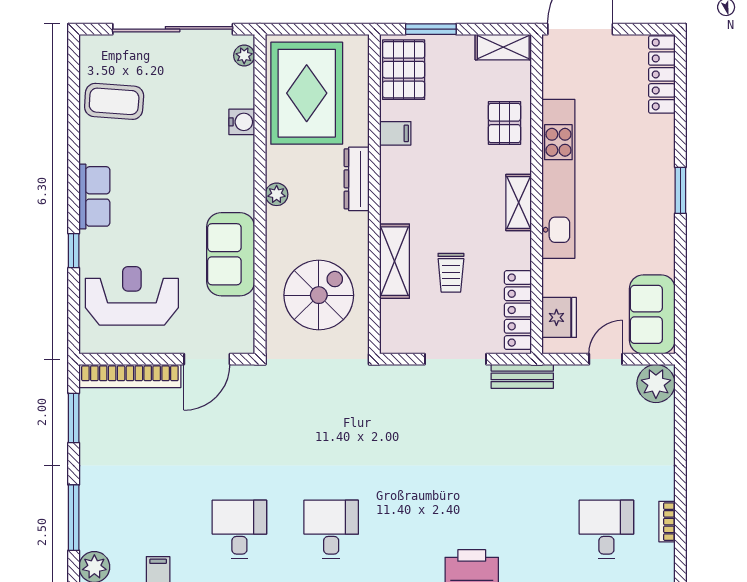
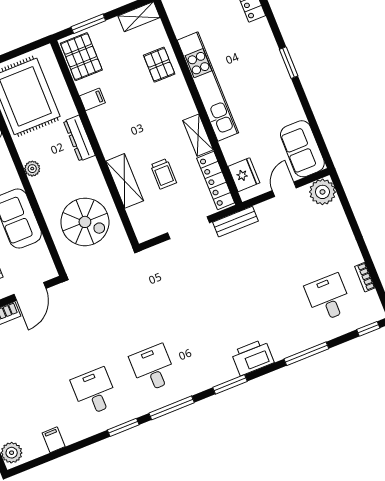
shelving: (519, 203) -> (198, 135), moved
spiral stairs: (319, 295) -> (85, 222), turned 90

